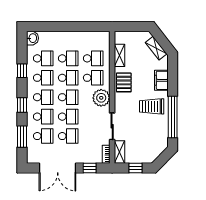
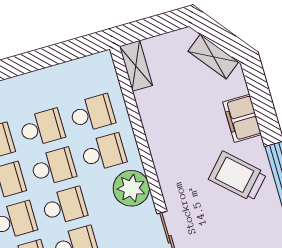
shelving: (119, 55) -> (136, 66), moved
pallet: (124, 82) -> (168, 144), removed
trolley: (152, 106) -> (238, 176), turned 43

